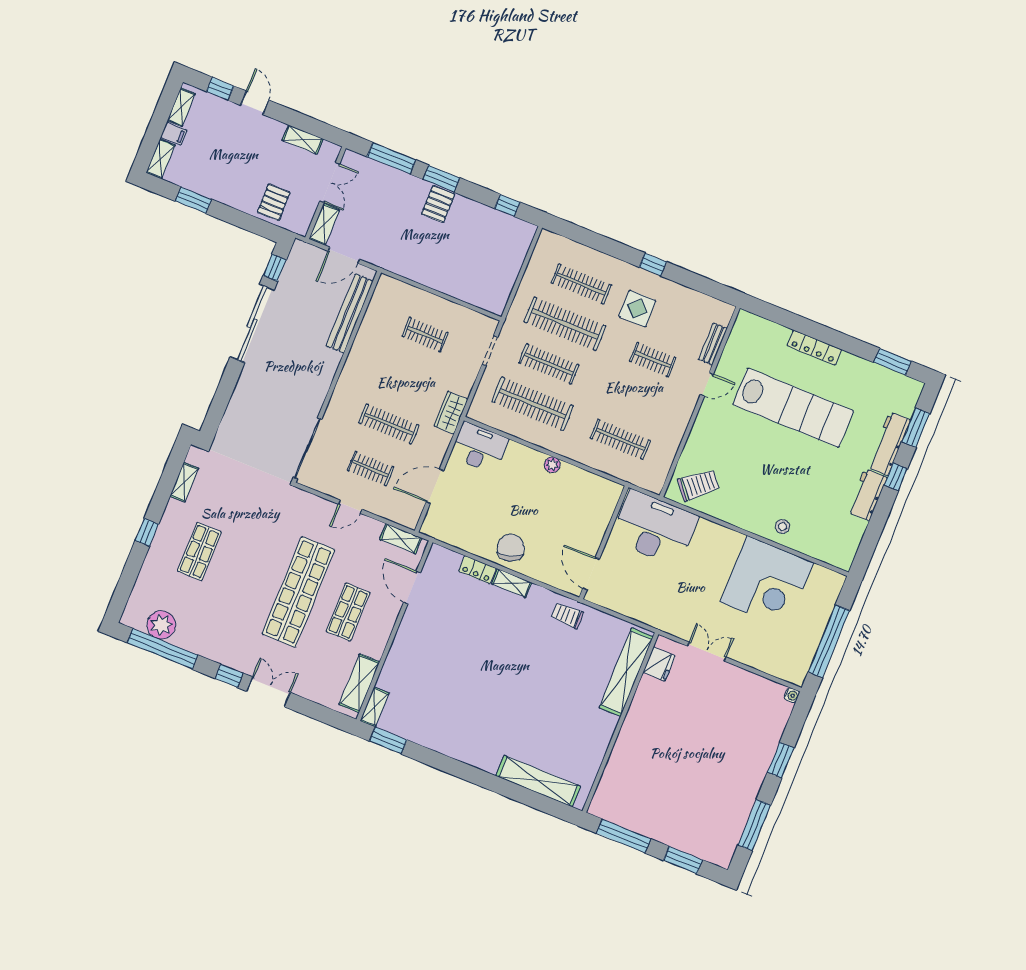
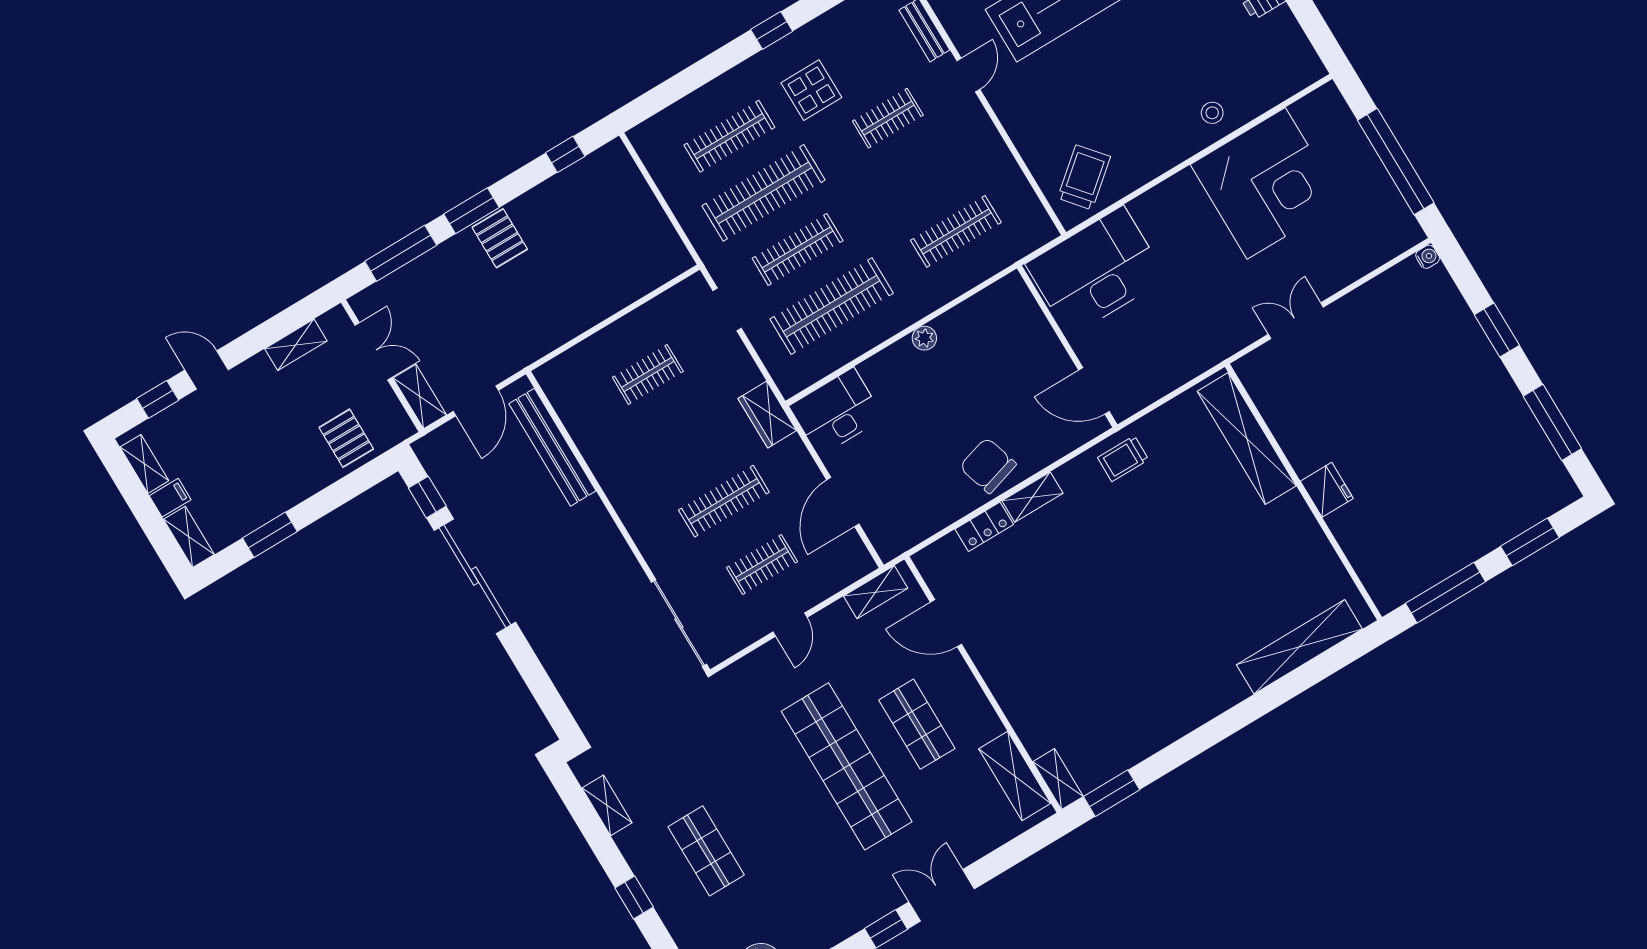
fridge: (659, 664) -> (1327, 490), moved

